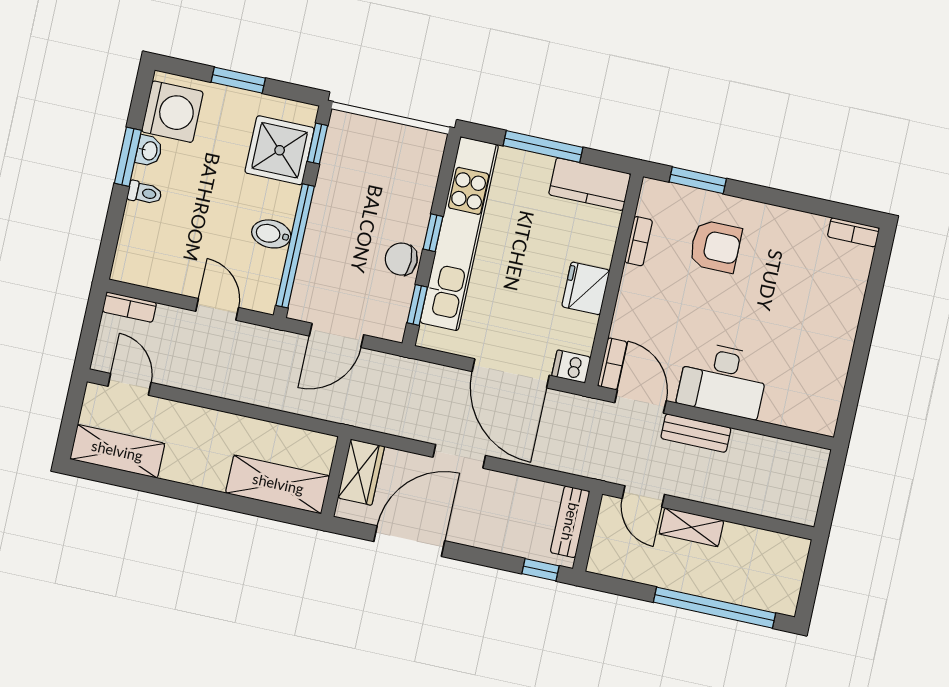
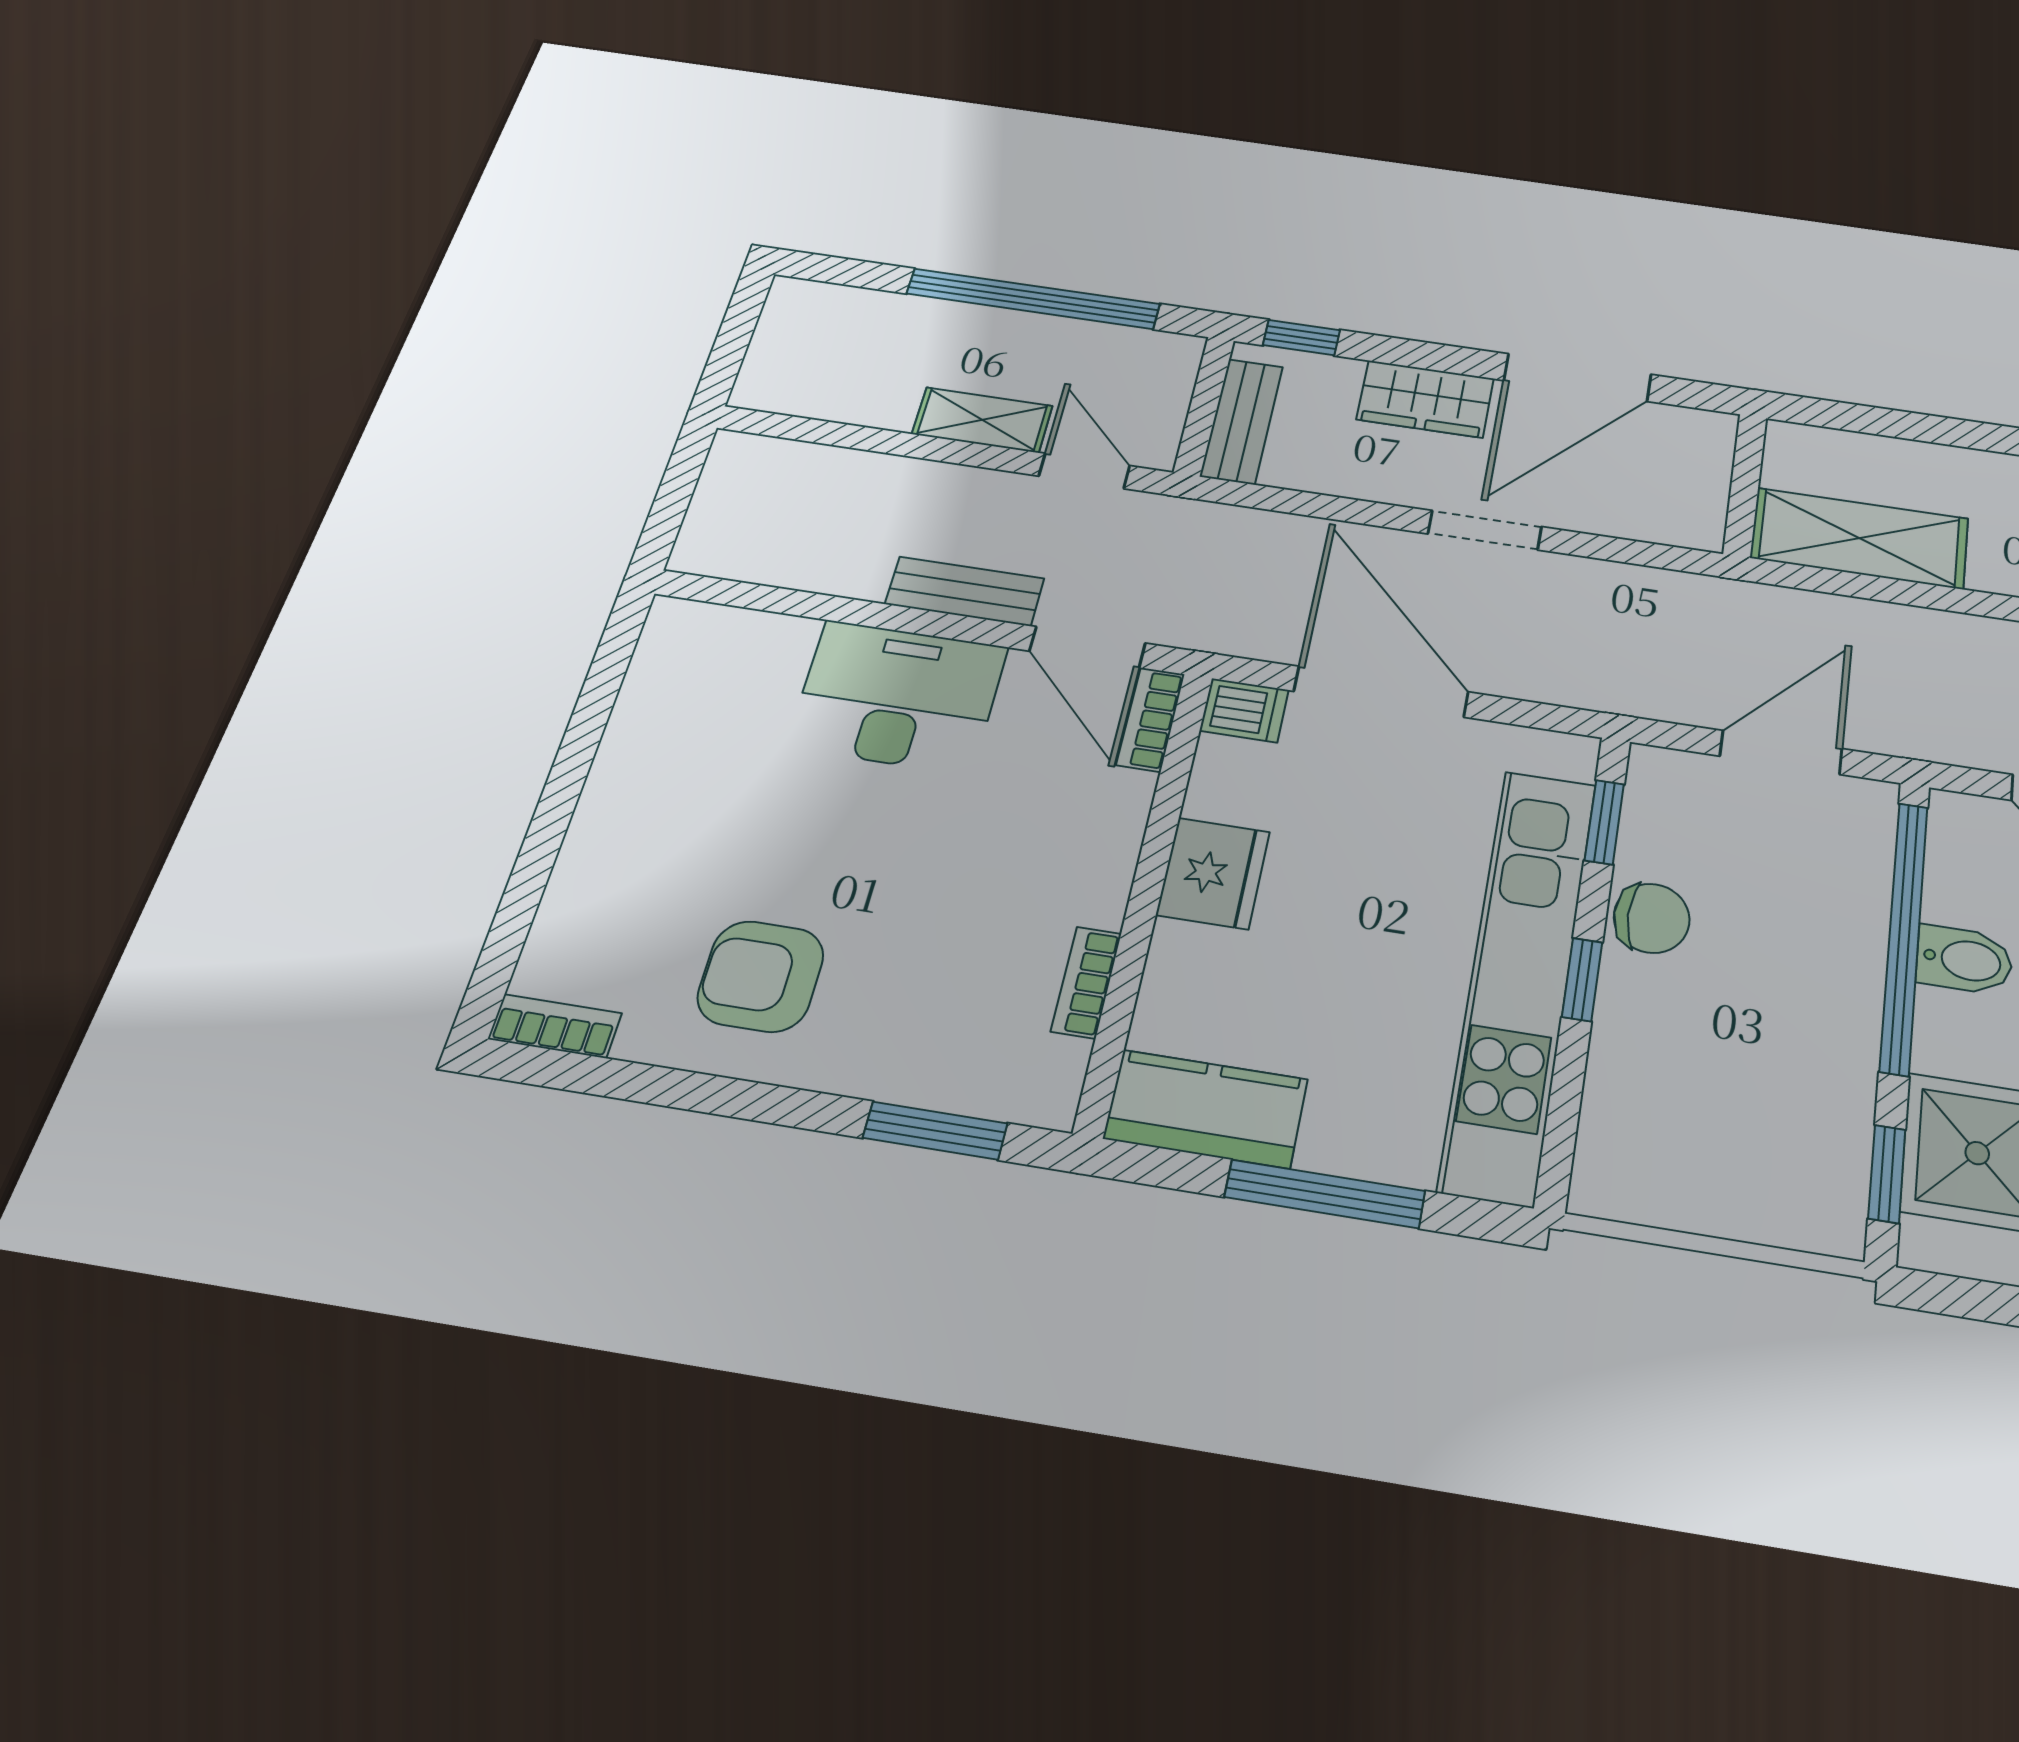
armchair: (715, 246) -> (761, 976), moved
wardrobe: (361, 472) -> (1425, 399), moved, turned -90
shelving: (278, 484) -> (1859, 538), moved
window: (715, 608) -> (1033, 299), moved

